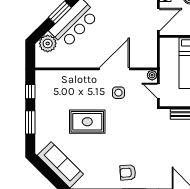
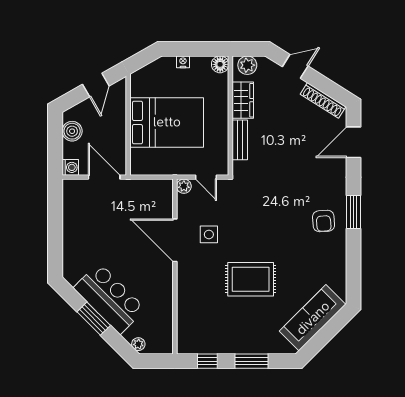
plant: (48, 43) -> (138, 344), width x0.53, depth x0.53
door: (158, 91) -> (206, 177), hinge flipped
rug: (87, 122) -> (251, 279), turned 90

